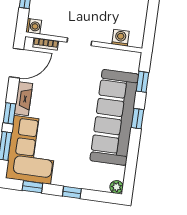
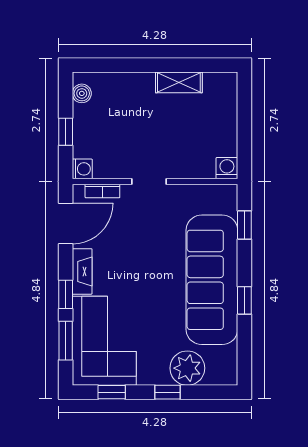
washing machine: (121, 38) -> (227, 168), moved
window: (137, 119) -> (244, 300), moved
plant: (117, 187) -> (187, 368), moved, width x1.88, depth x1.88

